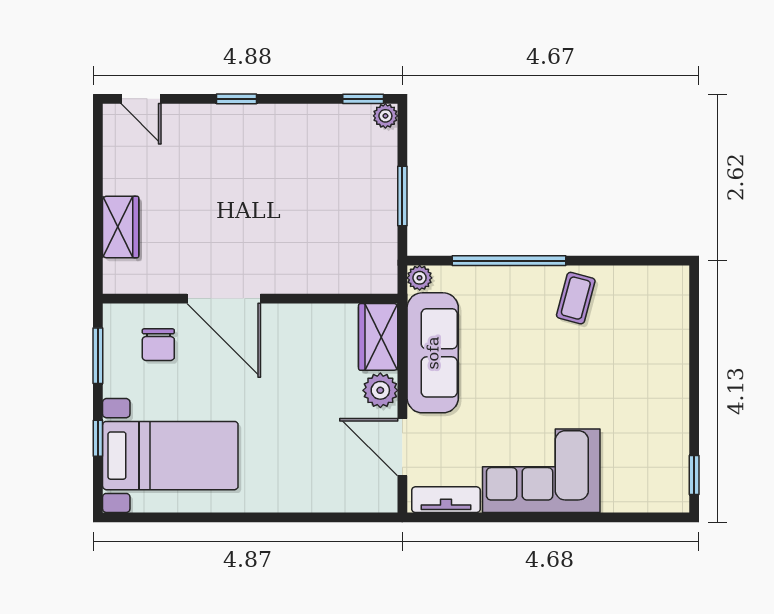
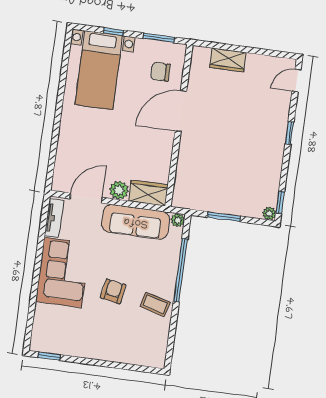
armchair: (563, 376) -> (113, 291), added

